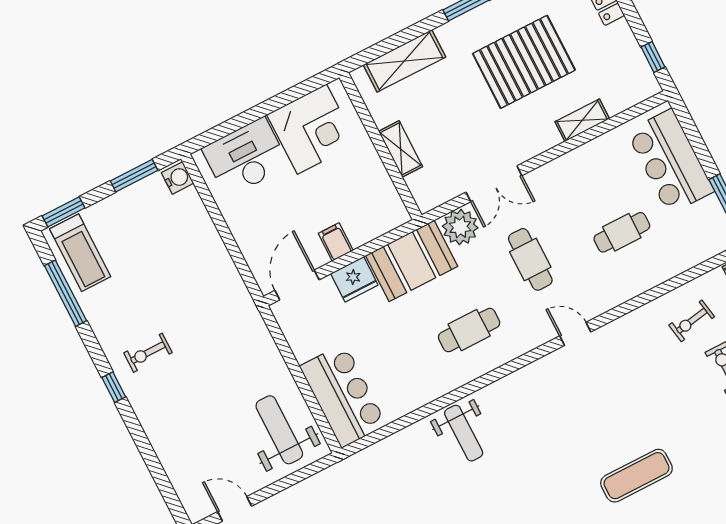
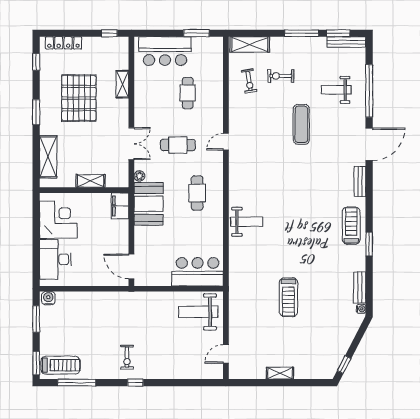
plant: (460, 227) -> (139, 176), width x0.53, depth x0.53
filing cabinet: (336, 242) -> (120, 206), moved, width x2.00
fridge: (354, 279) -> (143, 237), removed
exercise mat: (636, 476) -> (301, 124), moved

